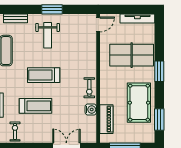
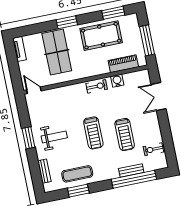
tv unit: (137, 19) -> (19, 49), width x0.71
treadmill: (36, 106) -> (125, 135), turned 180

